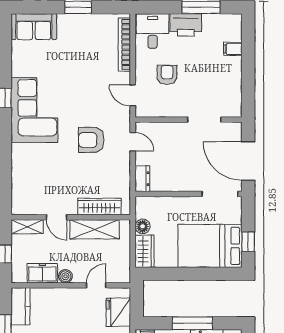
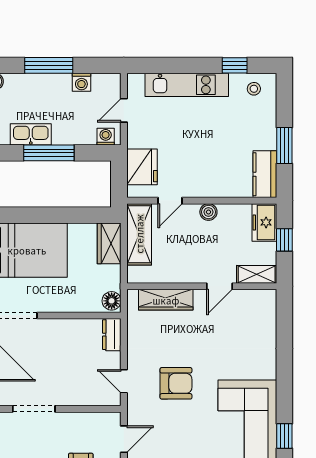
door: (133, 95) -> (124, 439), hinge flipped
door: (57, 217) -> (220, 286), swing flipped
floor lamp: (143, 226) -> (112, 301), moved
shelving: (95, 229) -> (139, 234), moved, turned 90
freezer: (42, 273) -> (264, 222), moved, turned 90

